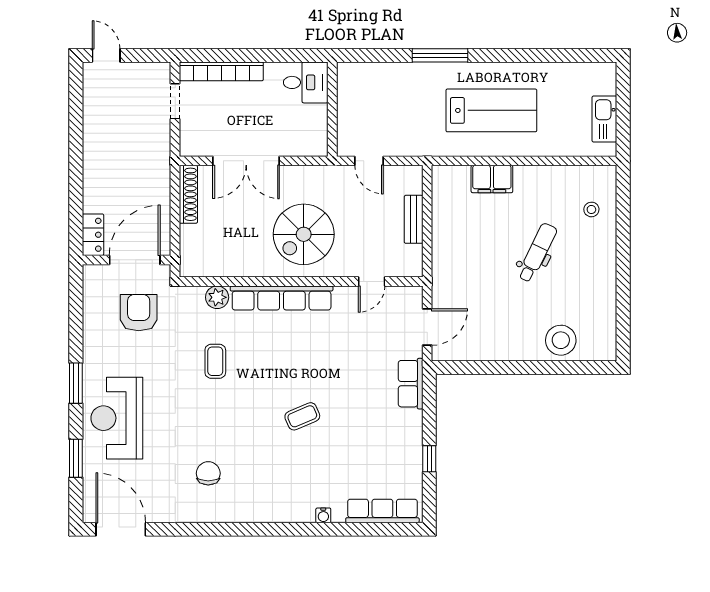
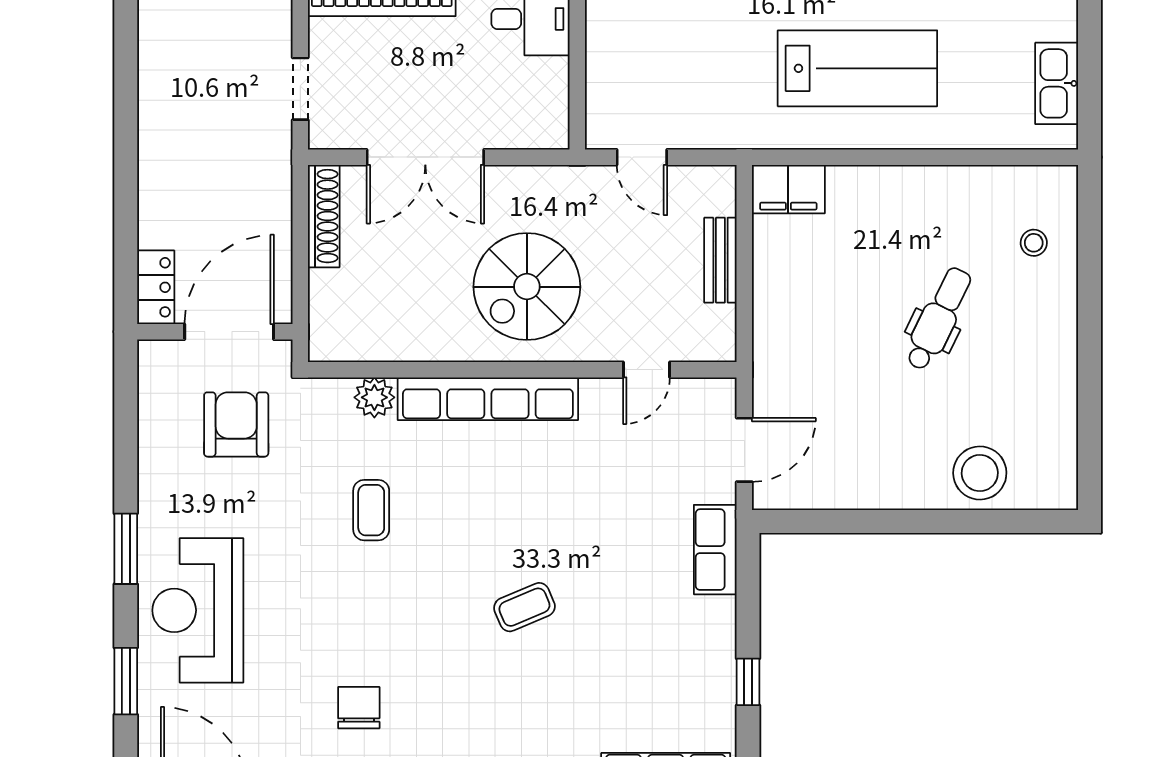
doorway: (175, 101) -> (300, 89), moved
filing cabinet: (492, 179) -> (788, 189), moved

